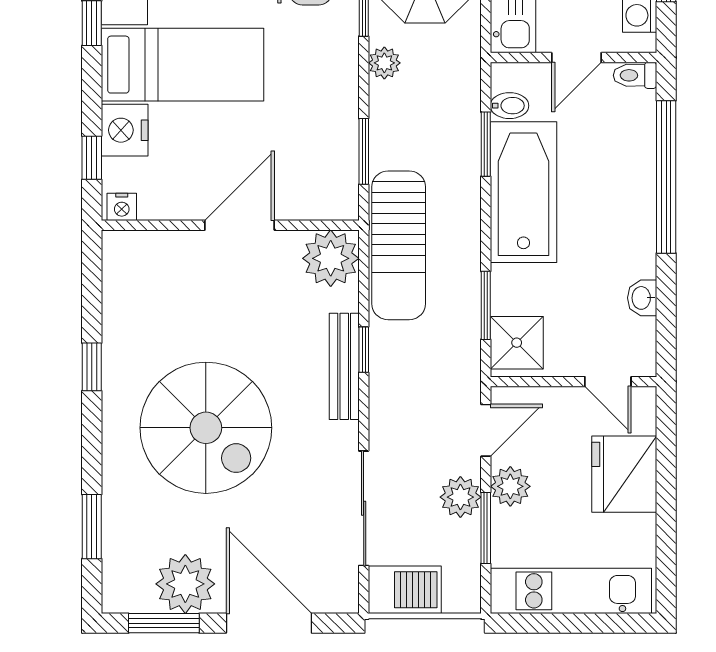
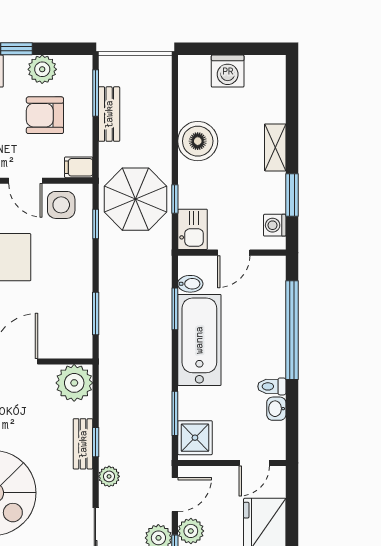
plant: (384, 63) -> (109, 476), moved
toilet: (635, 75) -> (272, 386), moved
sun lounger: (399, 245) -> (118, 374), removed
bench: (344, 366) -> (83, 444), width x0.73
door: (608, 382) -> (254, 463), hinge flipped

